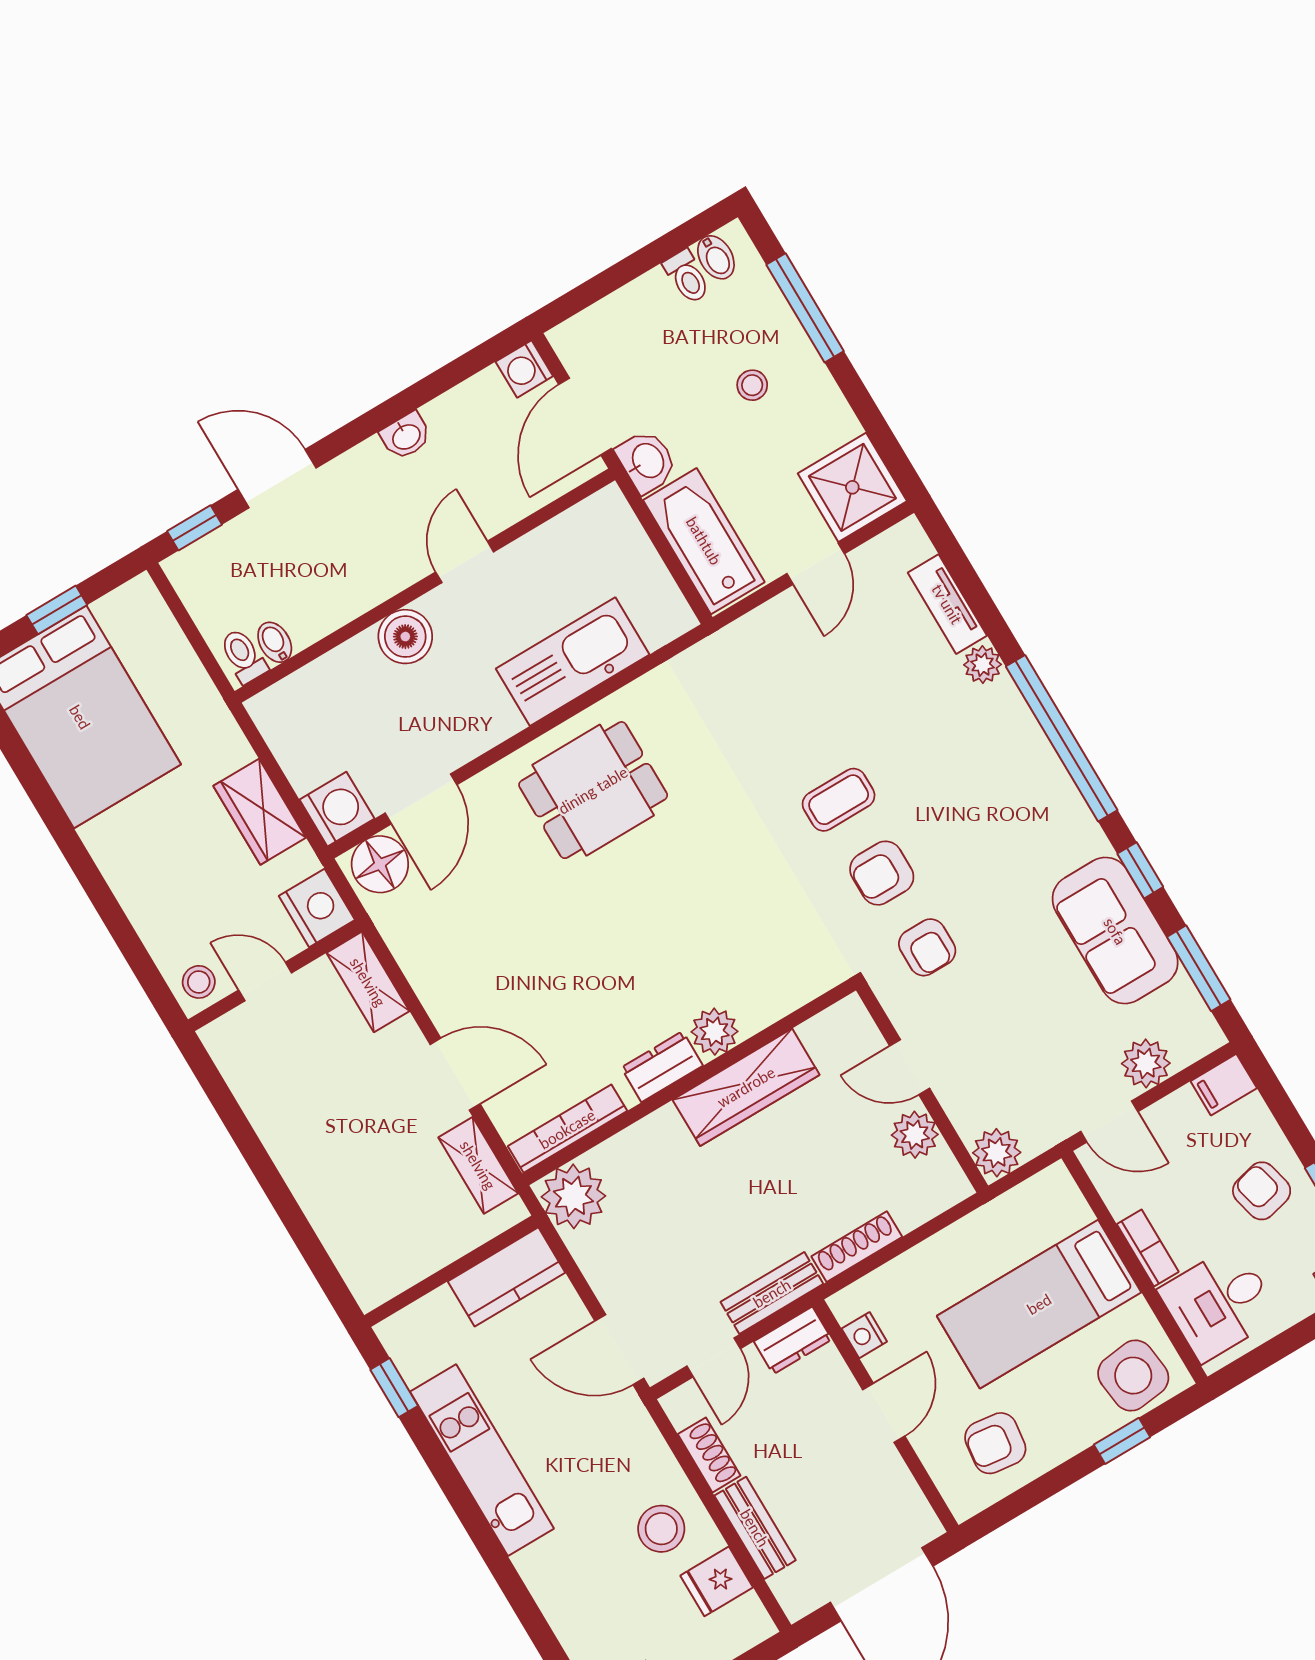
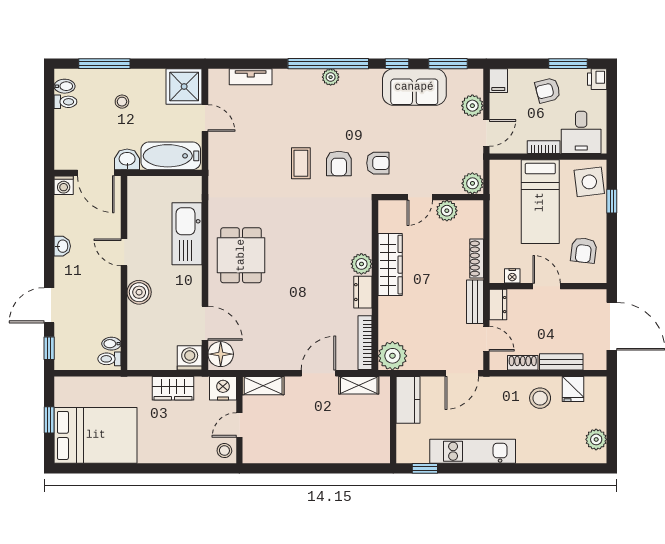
plant: (983, 665) -> (331, 77), moved

